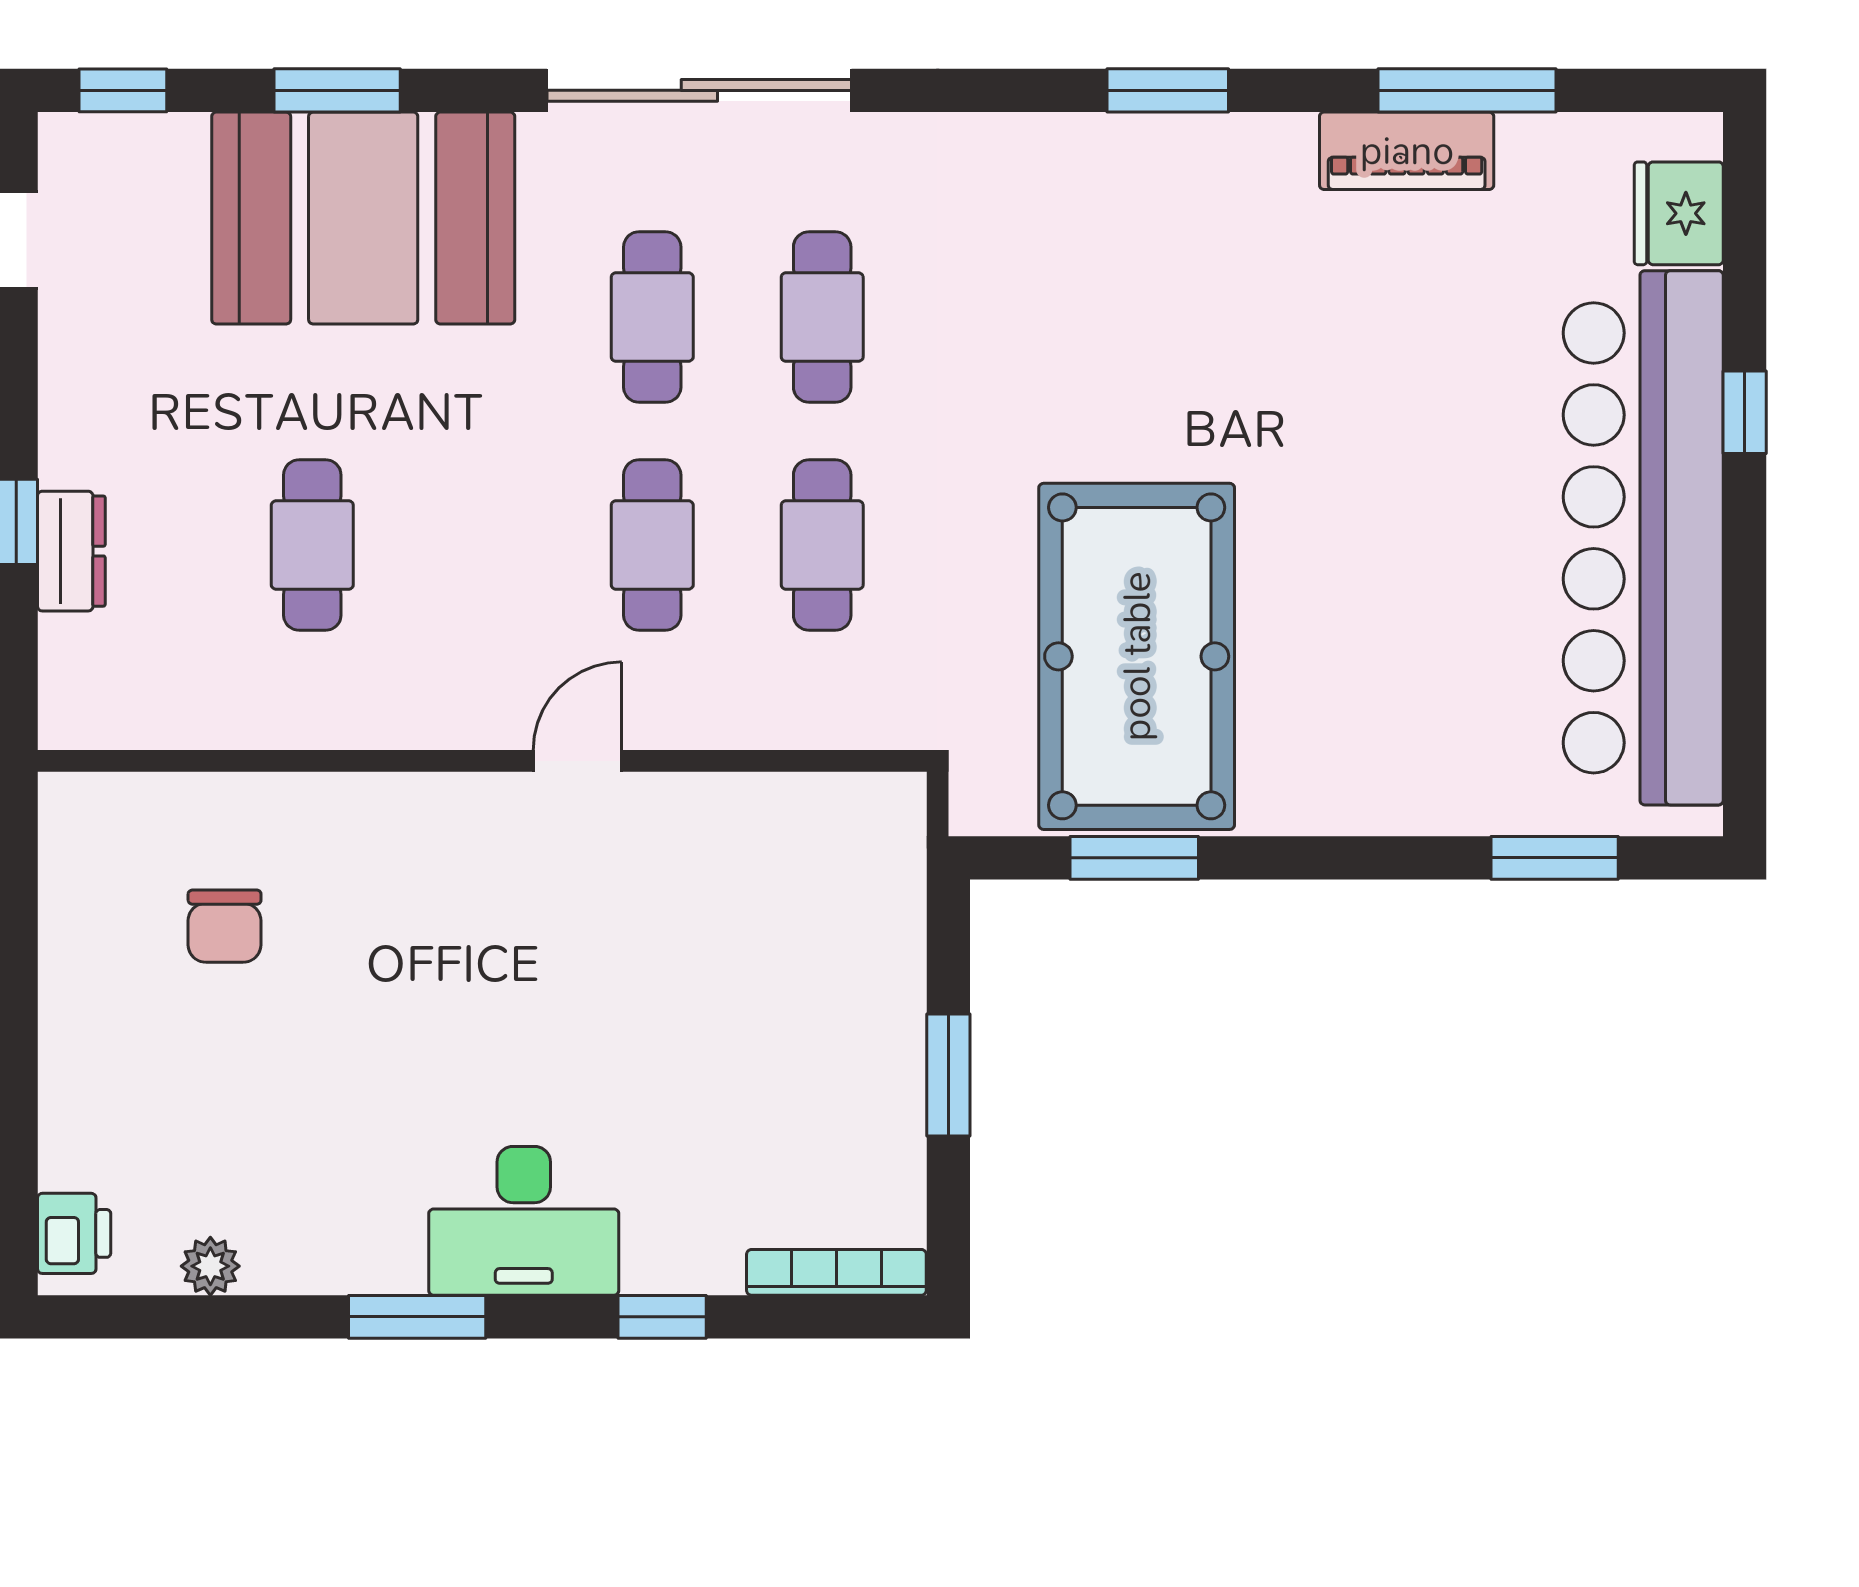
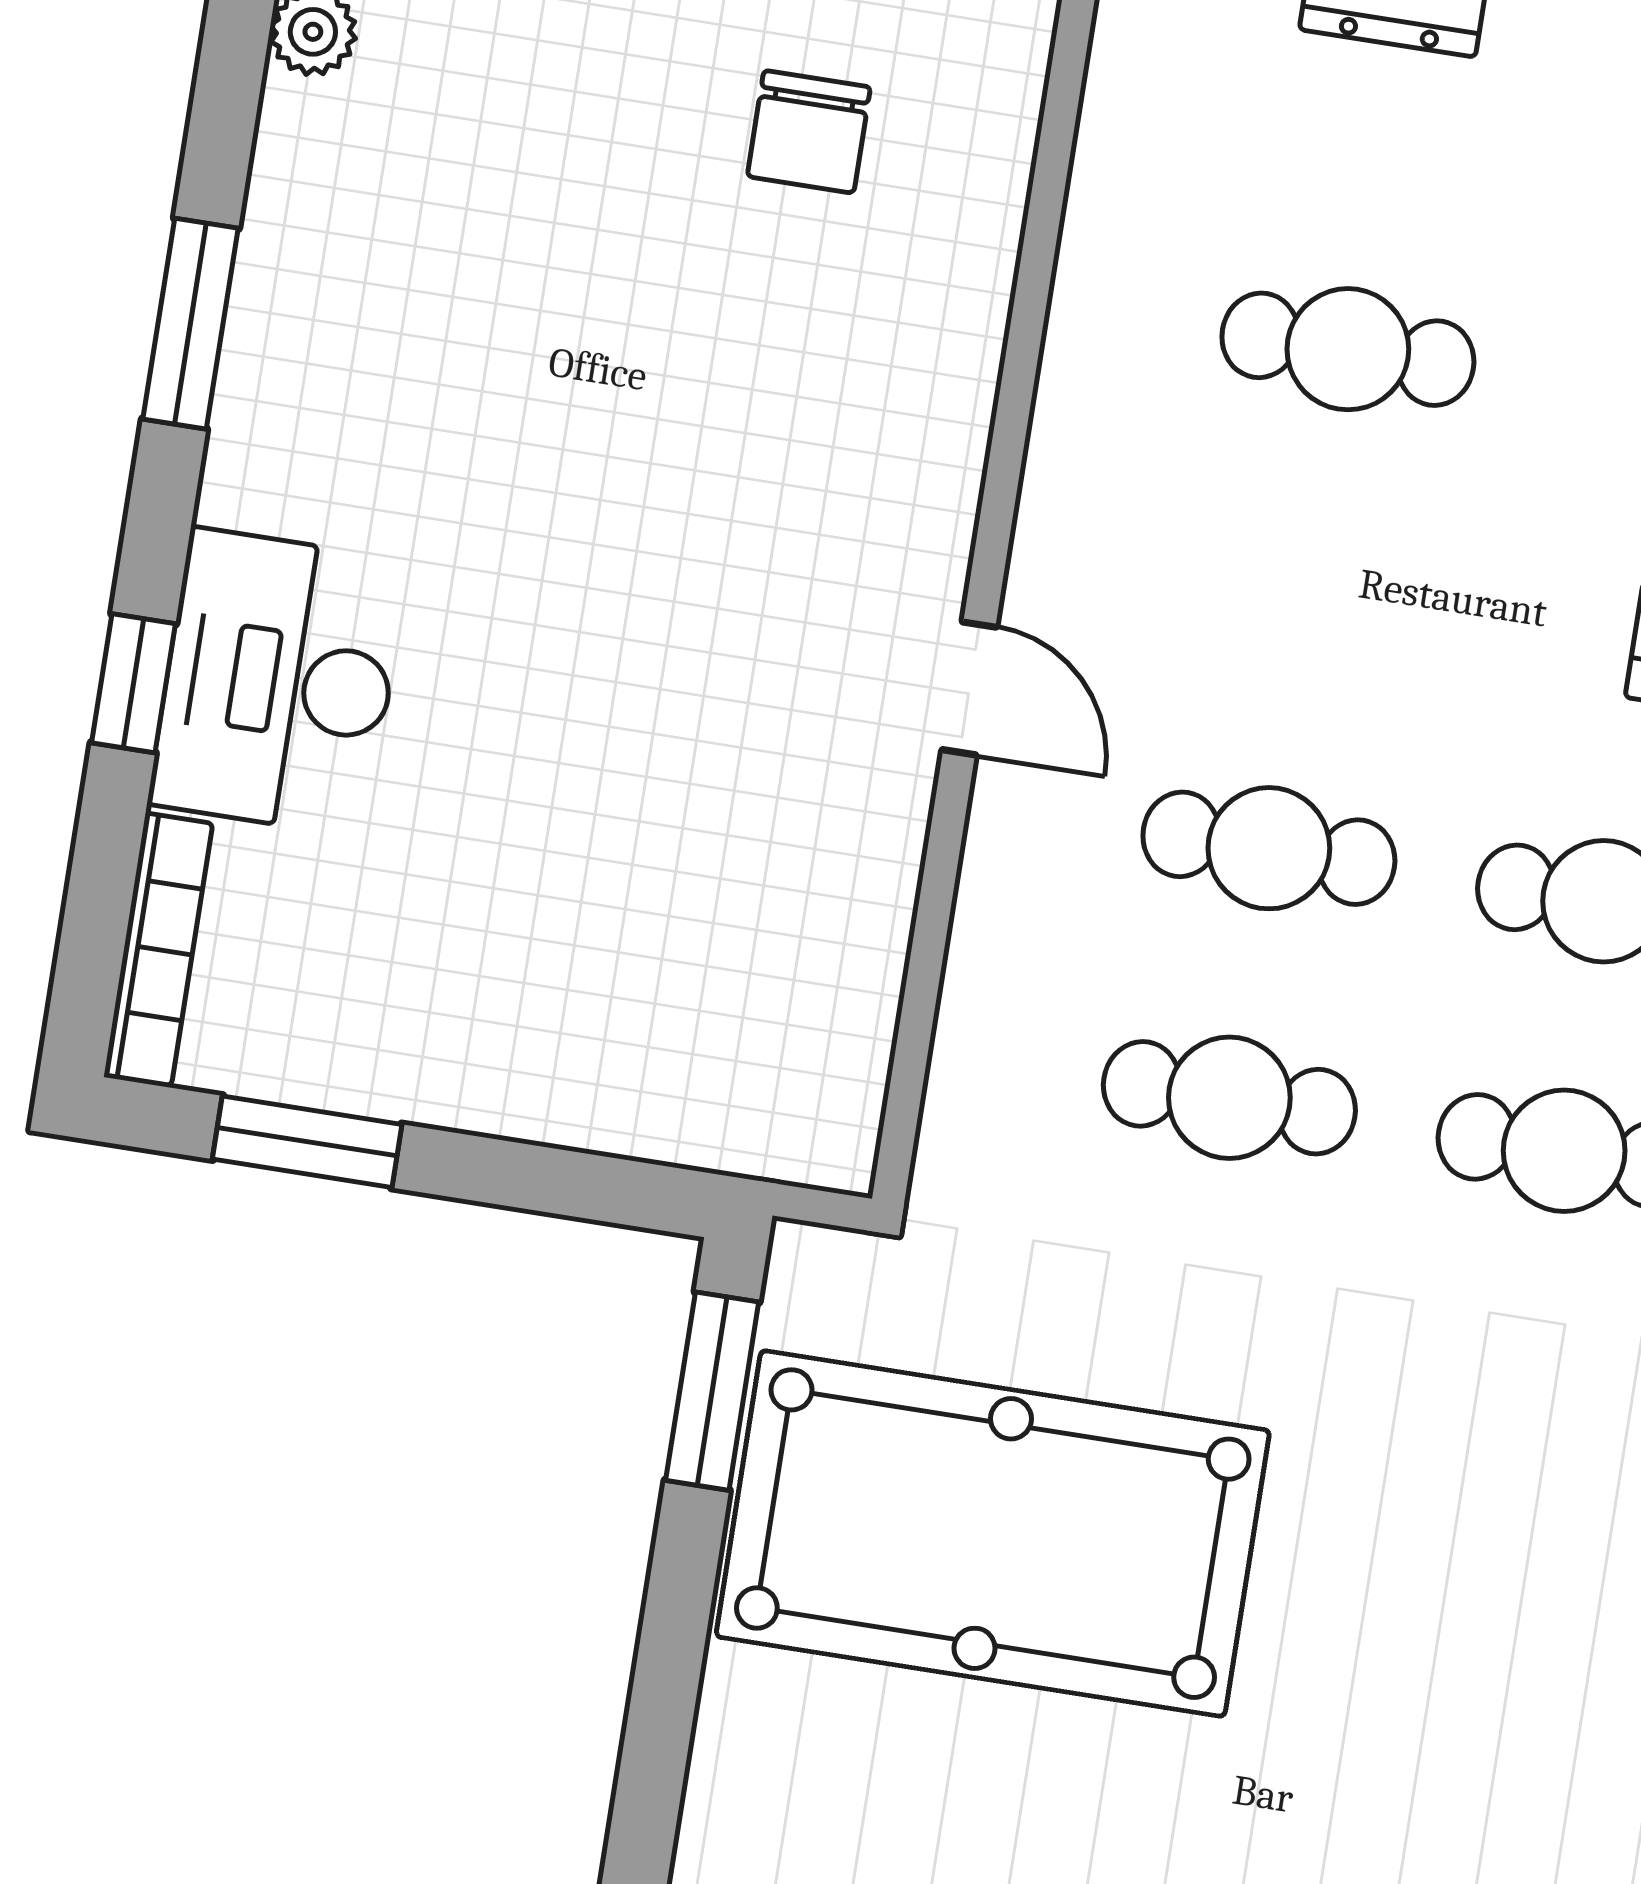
window: (1134, 858) -> (712, 1391), moved
chair: (225, 926) -> (809, 132), turned -90
window: (948, 1075) -> (307, 1142), moved
desk: (524, 1221) -> (278, 682), moved

